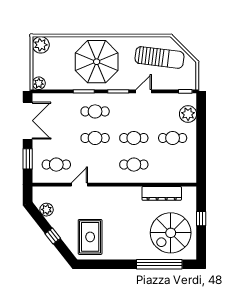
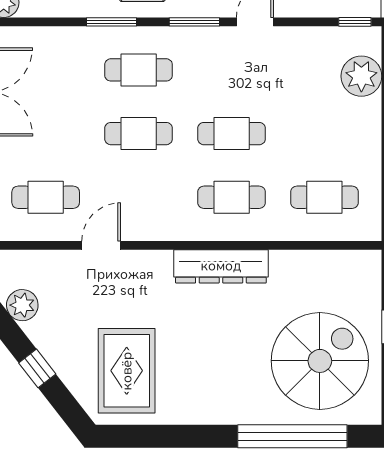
cafe table: (173, 138) -> (324, 197), moved
dresser: (162, 193) -> (221, 266), moved
spiral stairs: (171, 233) -> (320, 361), turned 180

